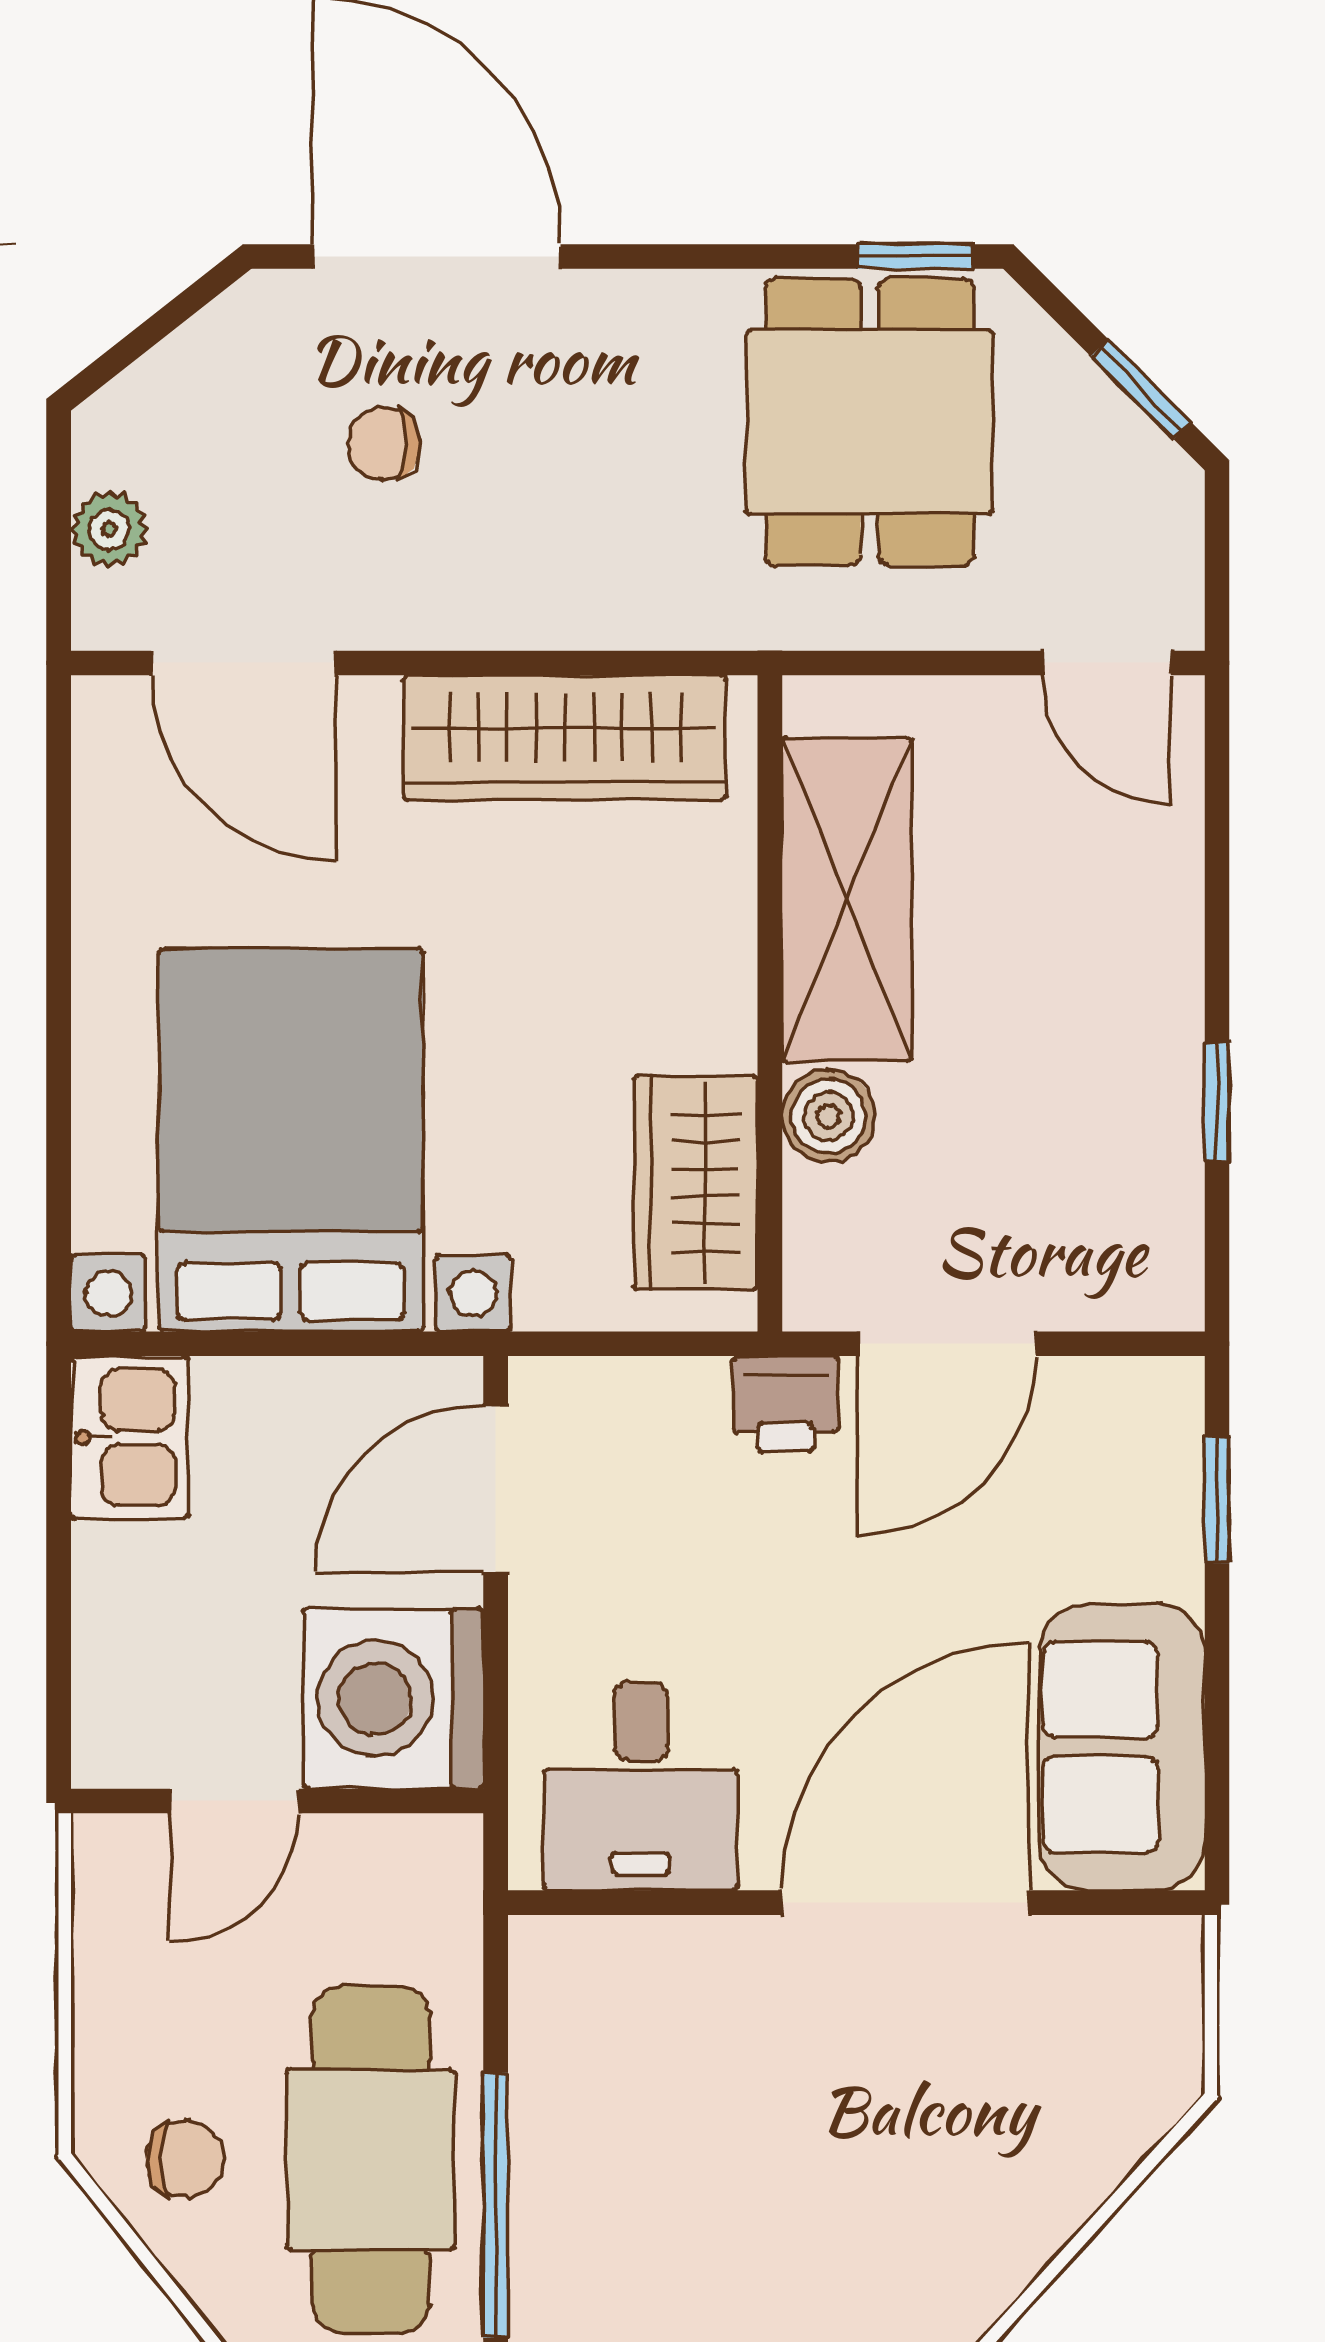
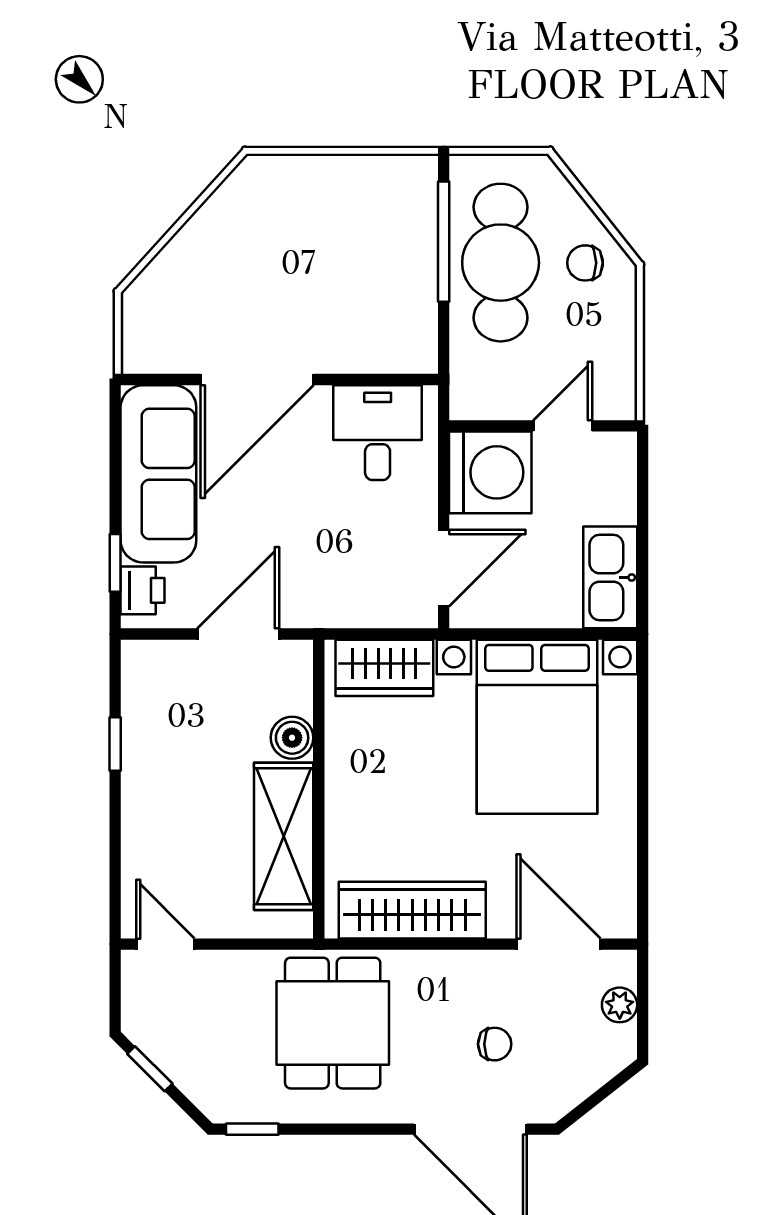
dining table: (869, 422) -> (333, 1023), moved
wardrobe: (696, 1183) -> (384, 668), moved, turned 90
printer: (786, 1404) -> (142, 590), moved, turned 90
kitchen sink: (130, 1437) -> (610, 577), width x1.38
sofa: (1122, 1747) -> (158, 474), width x1.36

